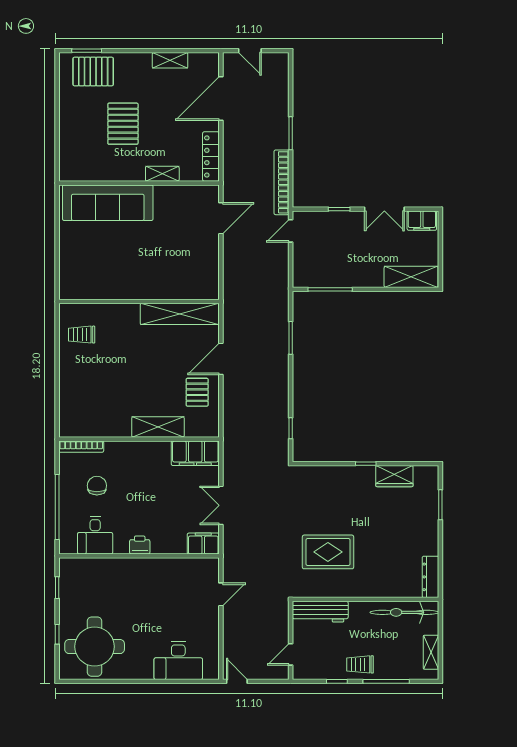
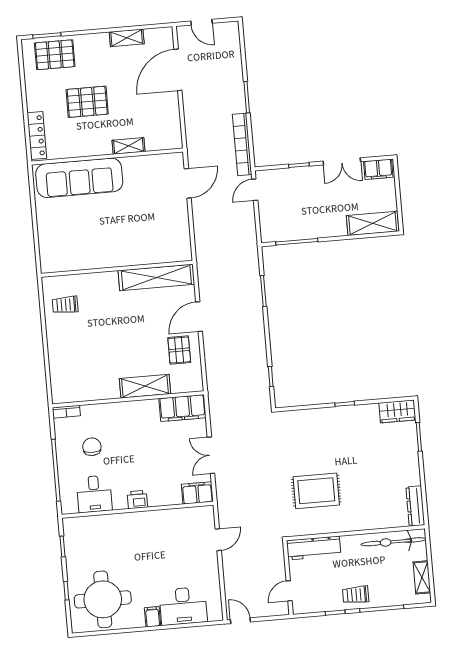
pallet: (123, 124) -> (87, 102), turned 90
locker: (211, 156) -> (37, 136), moved, turned 180
bookcase: (81, 447) -> (66, 412), width x0.64
wardrobe: (394, 476) -> (397, 411), moved
filing cabinet: (145, 669) -> (152, 617), added

